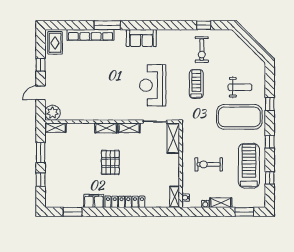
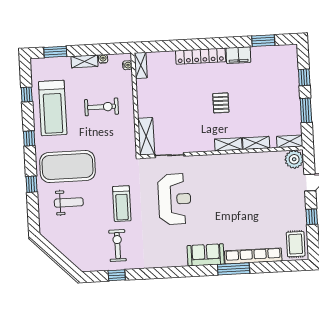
sofa: (141, 38) -> (206, 255), moved
weight bench: (240, 87) -> (69, 202), turned 180
shelving: (129, 128) -> (256, 143), moved
pallet: (110, 162) -> (221, 103), width x0.67, depth x0.71

